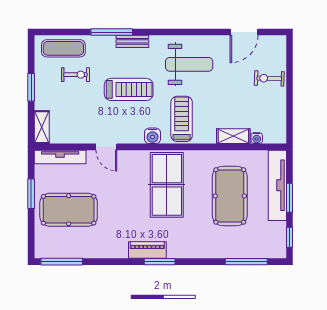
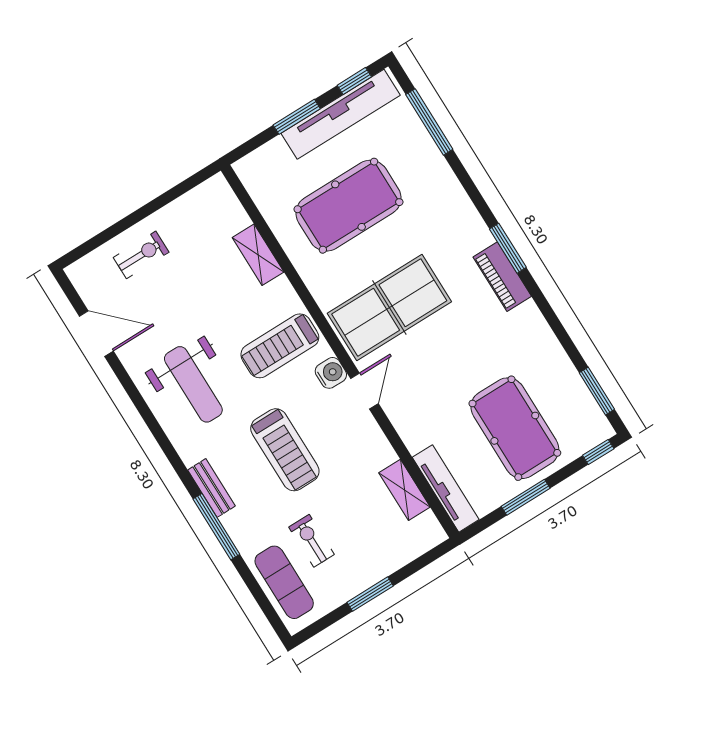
weight bench: (189, 64) -> (193, 384), turned 180
exercise bike: (269, 78) -> (141, 255), turned -92
treadmill: (129, 89) -> (285, 450), turned 180
shelving: (42, 127) -> (404, 490), moved, turned 90
water cooler: (257, 138) -> (240, 219), removed
door: (106, 147) -> (364, 391), moved
tv unit: (277, 185) -> (341, 114), moved
window: (31, 244) -> (598, 452), added
window: (62, 262) -> (597, 391), width x0.69

